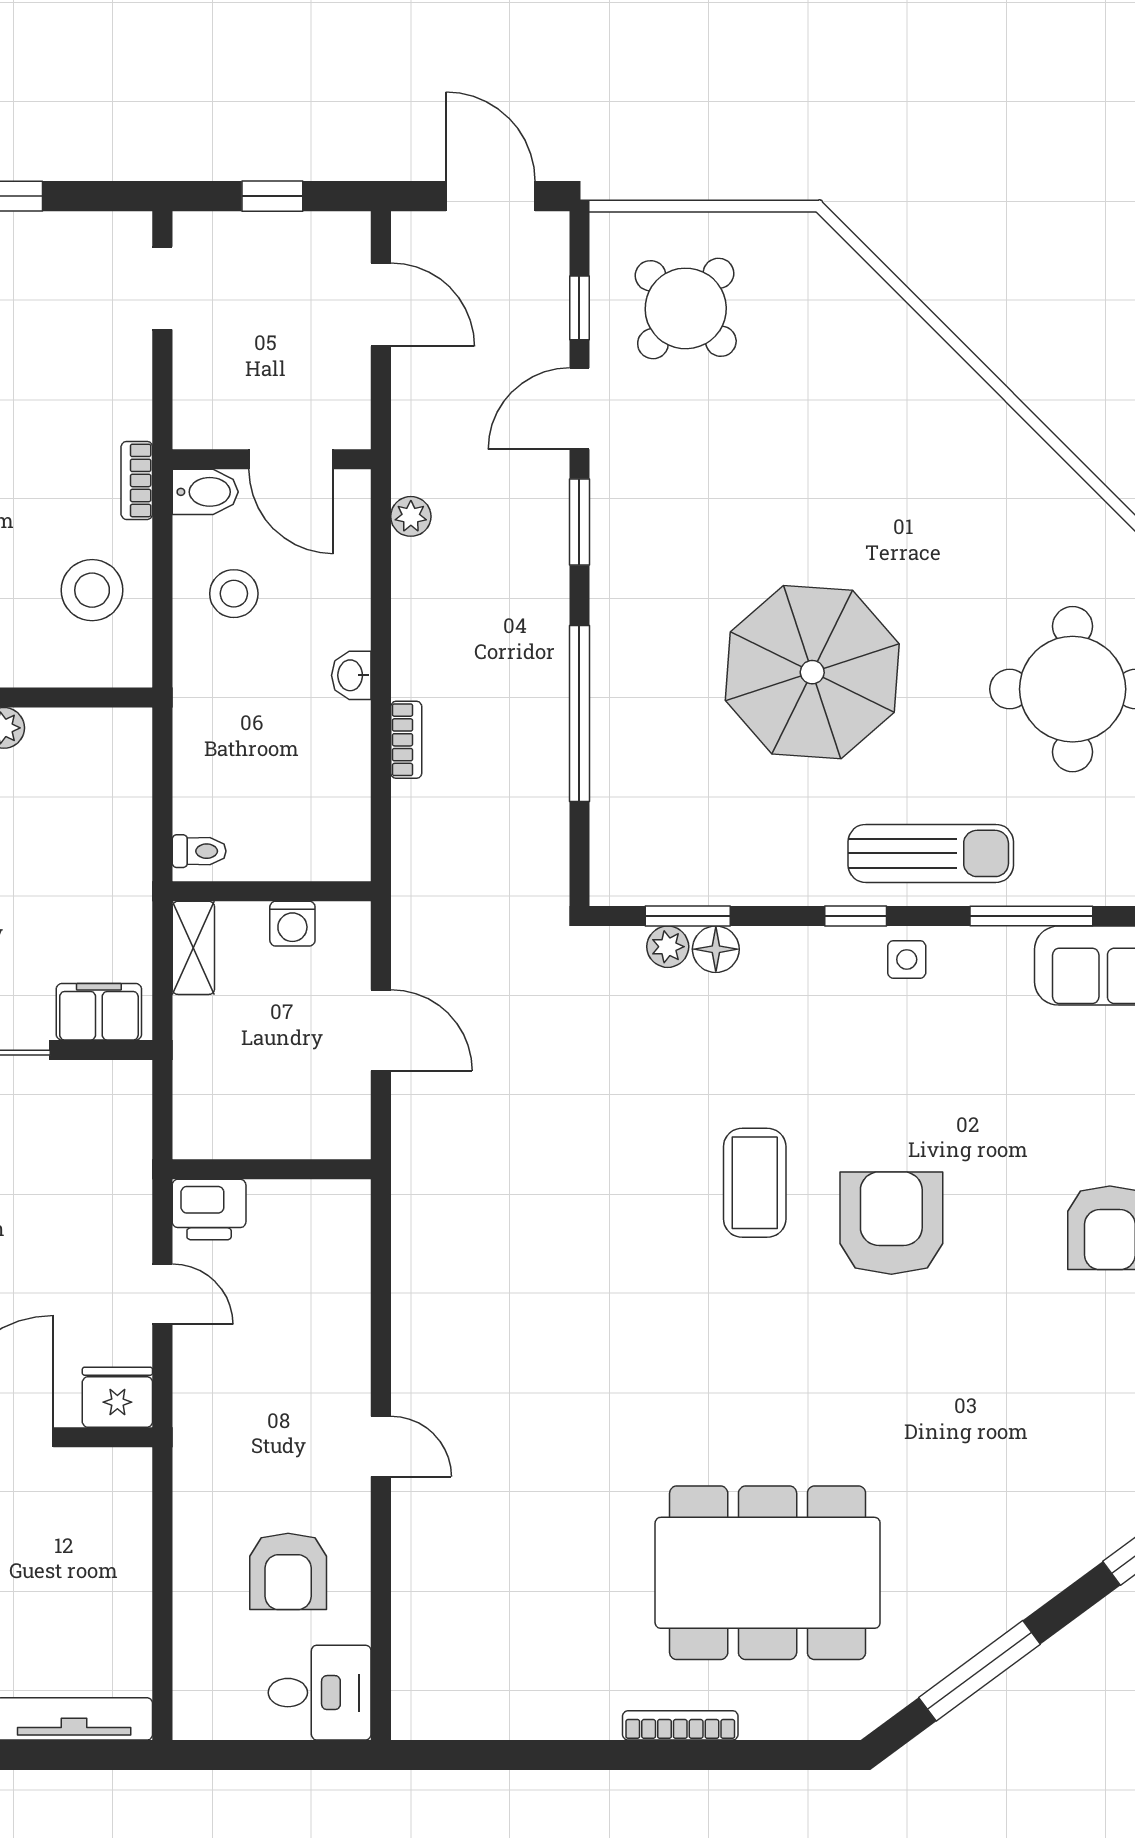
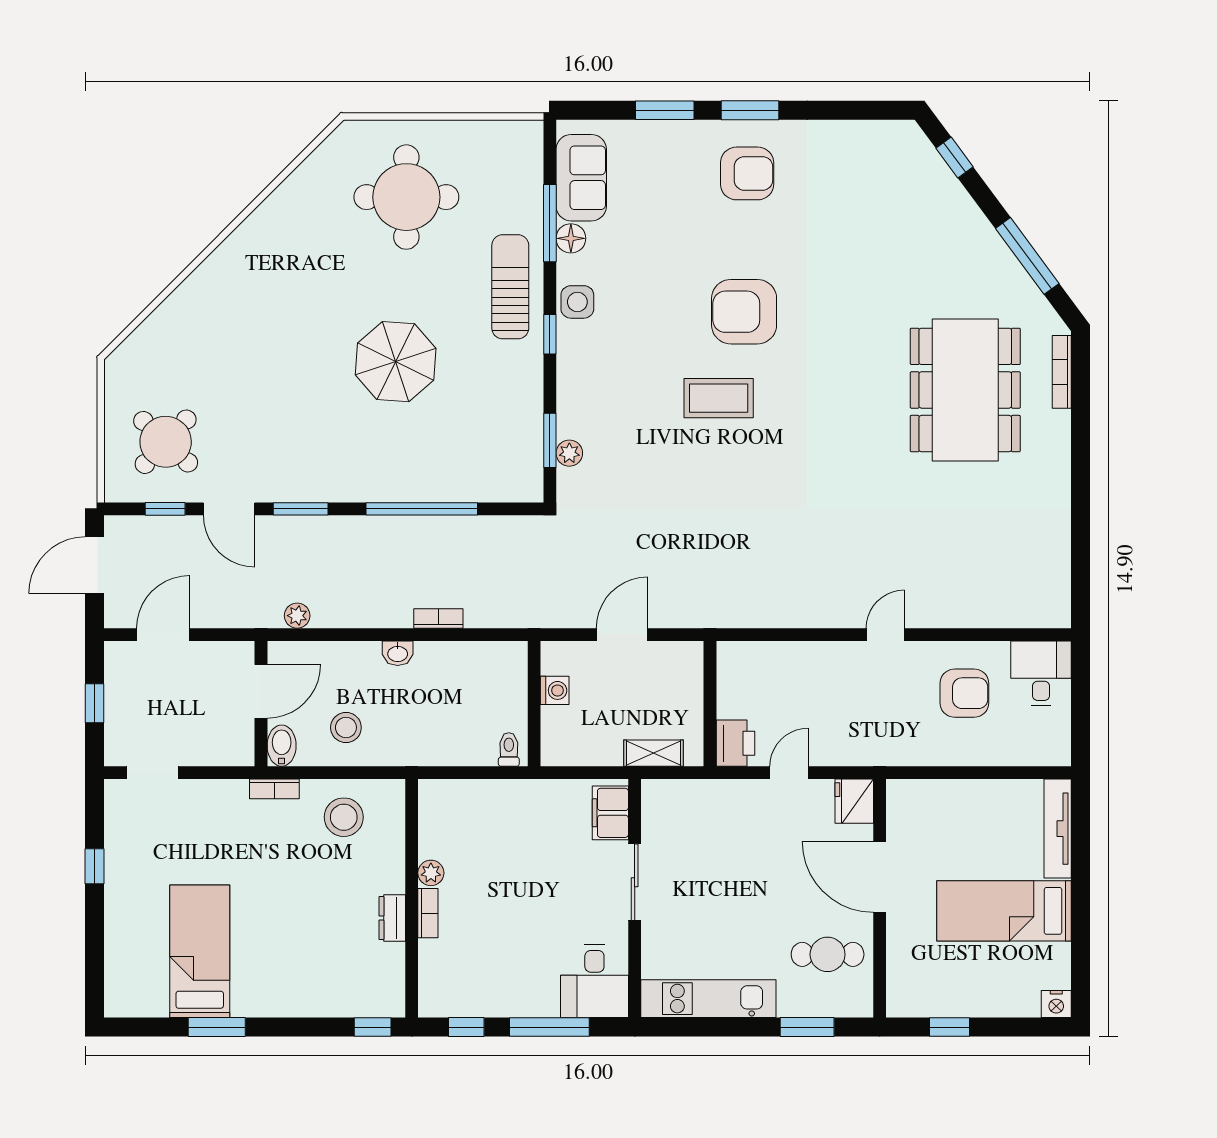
parasol: (812, 672) -> (396, 362), width x0.73, depth x0.73
shelving: (193, 948) -> (653, 753), moved
floor lamp: (716, 949) -> (571, 238), moved
side table: (907, 959) -> (577, 302), width x1.37, depth x1.37
bookcase: (680, 1725) -> (1062, 372), moved

